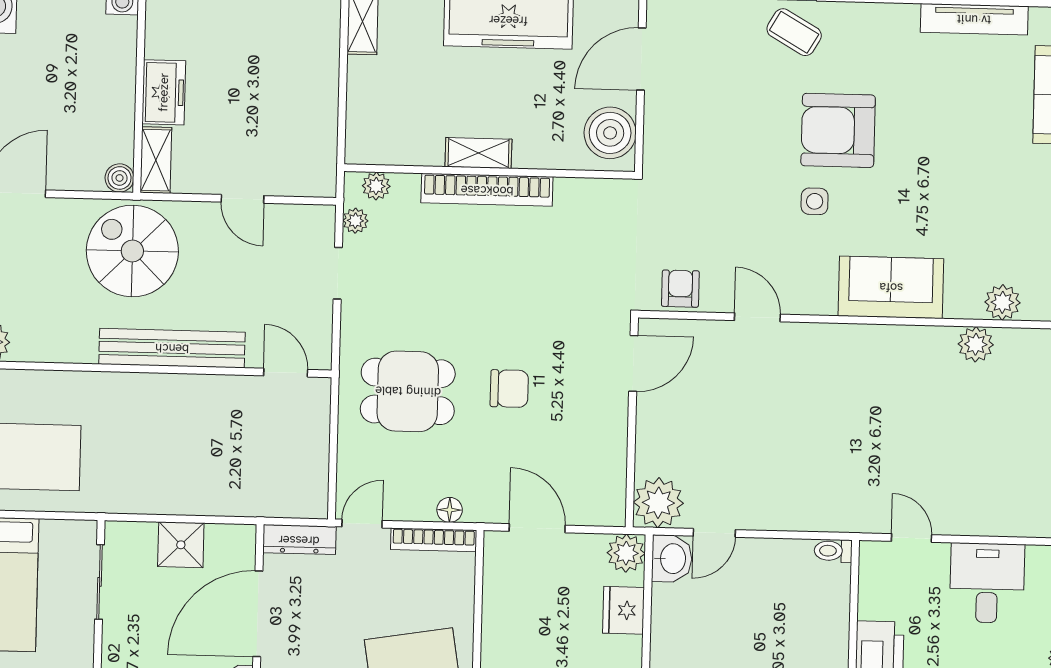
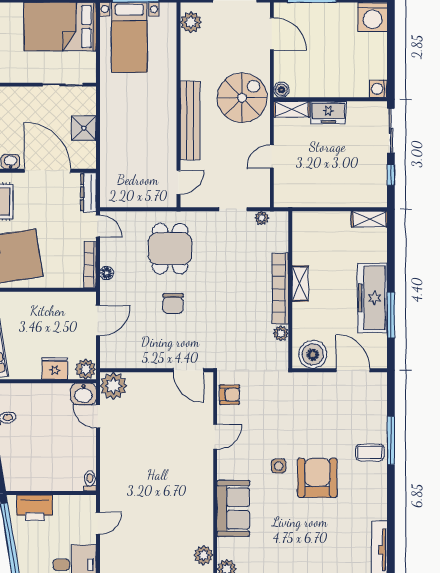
coffee table: (794, 32) -> (370, 453), turned 60
plant: (376, 186) -> (281, 333), moved

